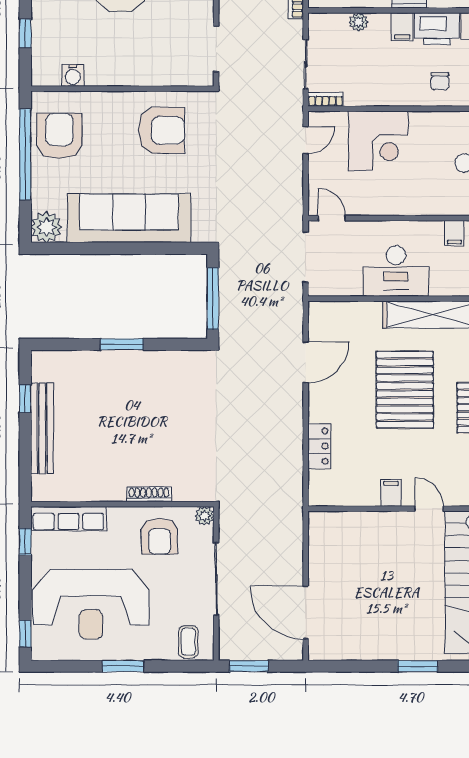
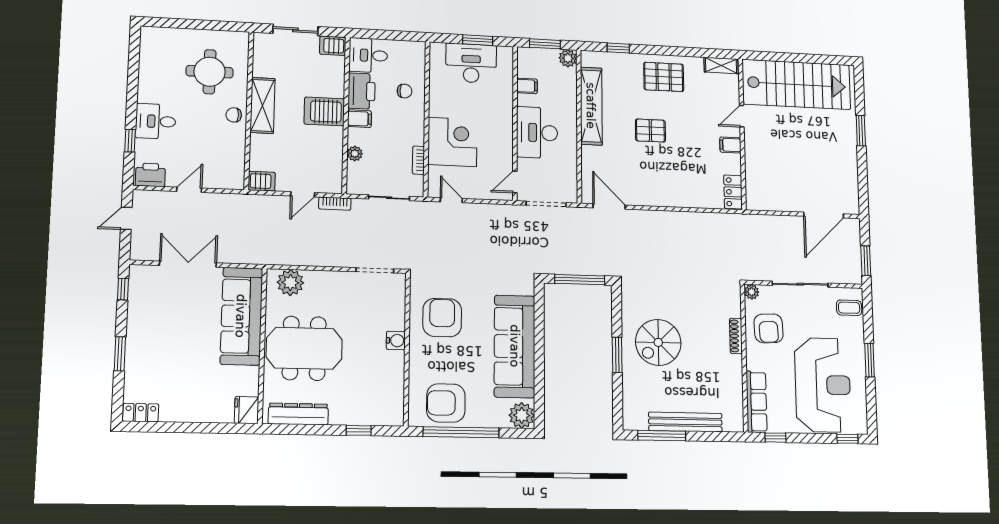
water cooler: (73, 75) -> (396, 341), moved
bookcase: (325, 99) -> (418, 160), moved
desk: (396, 271) -> (537, 133), moved, turned 180
door: (306, 362) -> (609, 206), moved
pallet: (405, 390) -> (650, 131), width x0.49, depth x0.50
spiral stairs: (138, 396) -> (658, 342), added
window: (25, 399) -> (662, 436), width x2.17
locker: (319, 446) -> (733, 192), moved, turned -90
armchair: (159, 536) -> (769, 328), turned 88

